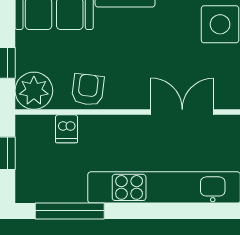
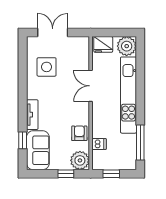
armchair: (88, 90) -> (79, 133), turned 83

